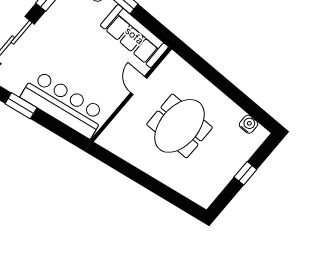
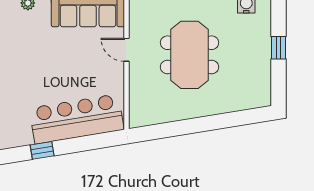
window: (21, 106) -> (42, 150), width x0.67

